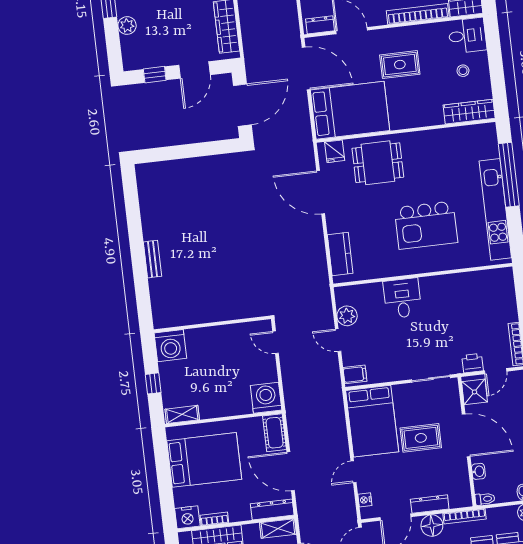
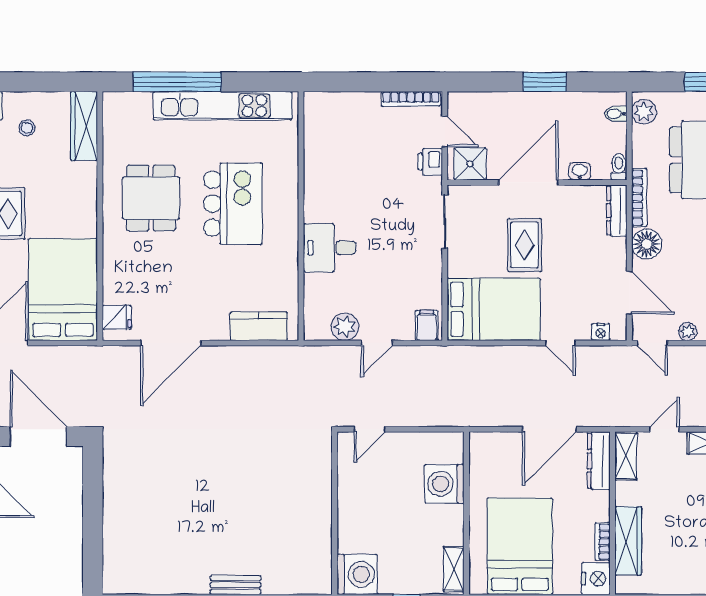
dining table: (378, 163) -> (151, 198), moved
washing machine: (266, 398) -> (444, 484), moved
cot: (275, 433) -> (494, 445), removed
dresser: (430, 504) -> (617, 211), moved

